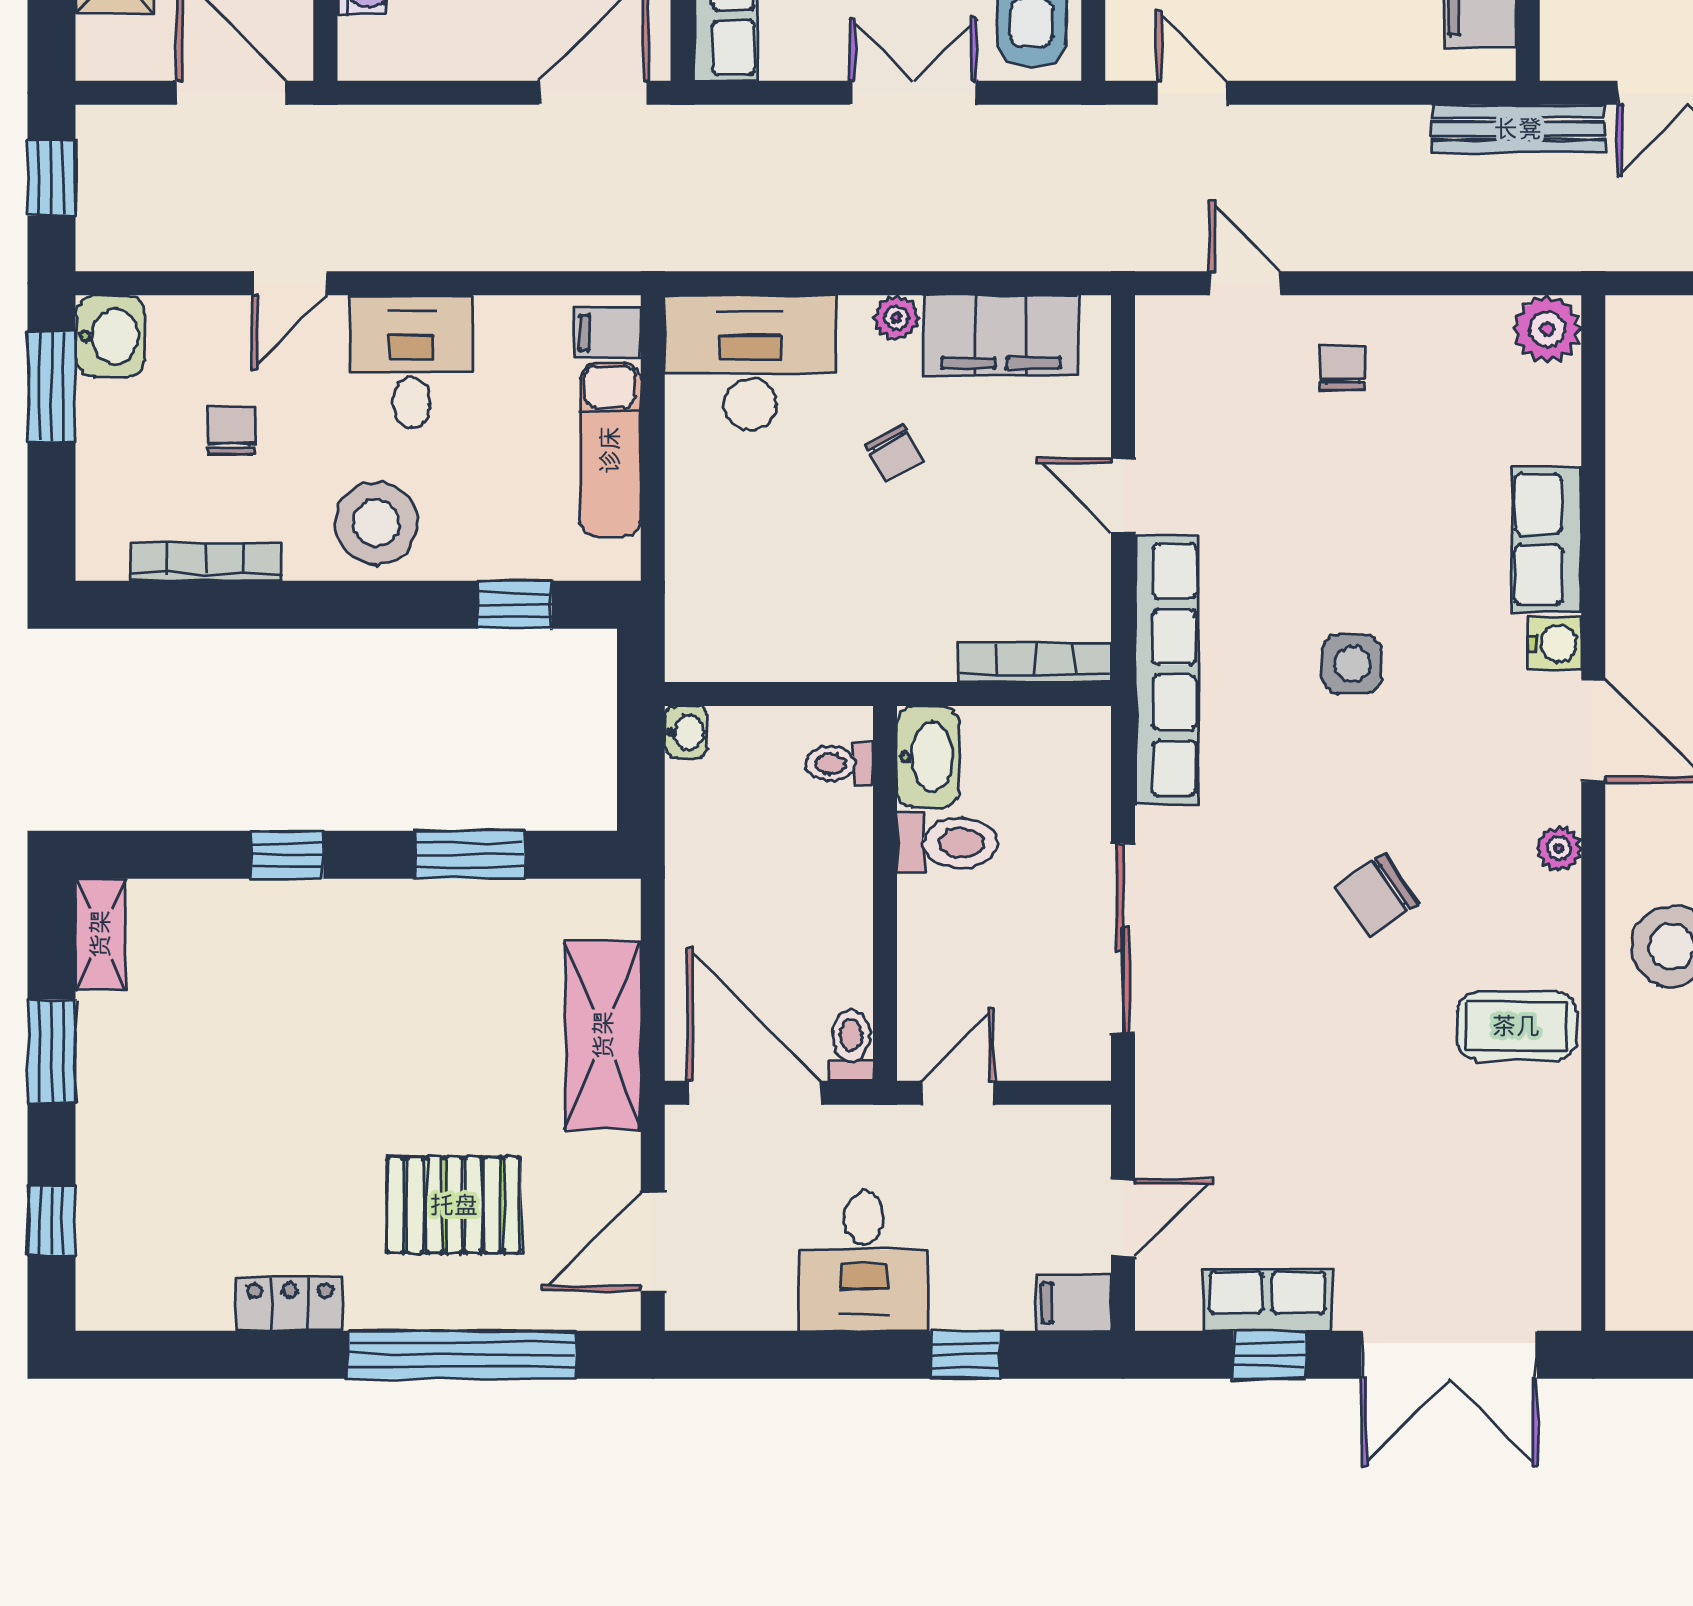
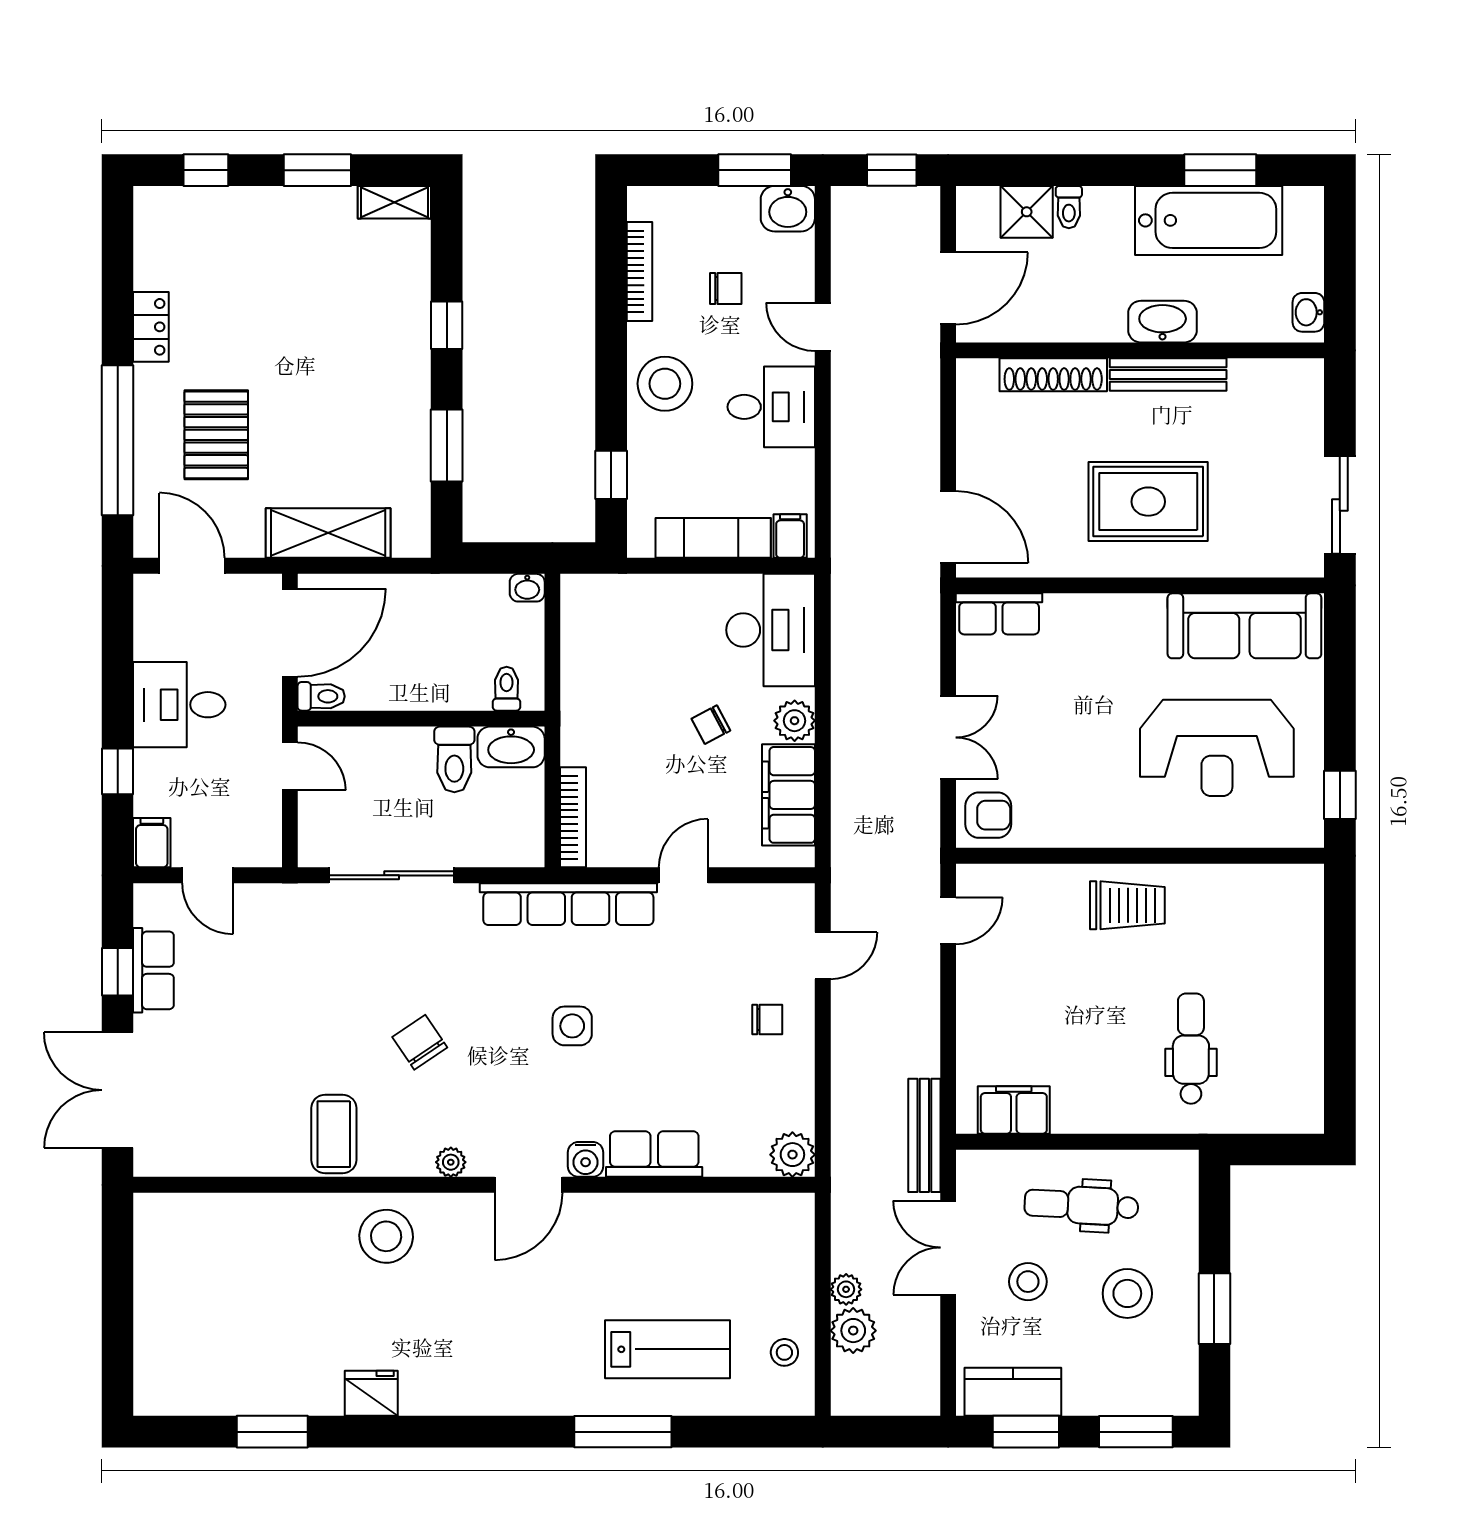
plant: (897, 318) -> (795, 721), width x1.38, depth x1.38

